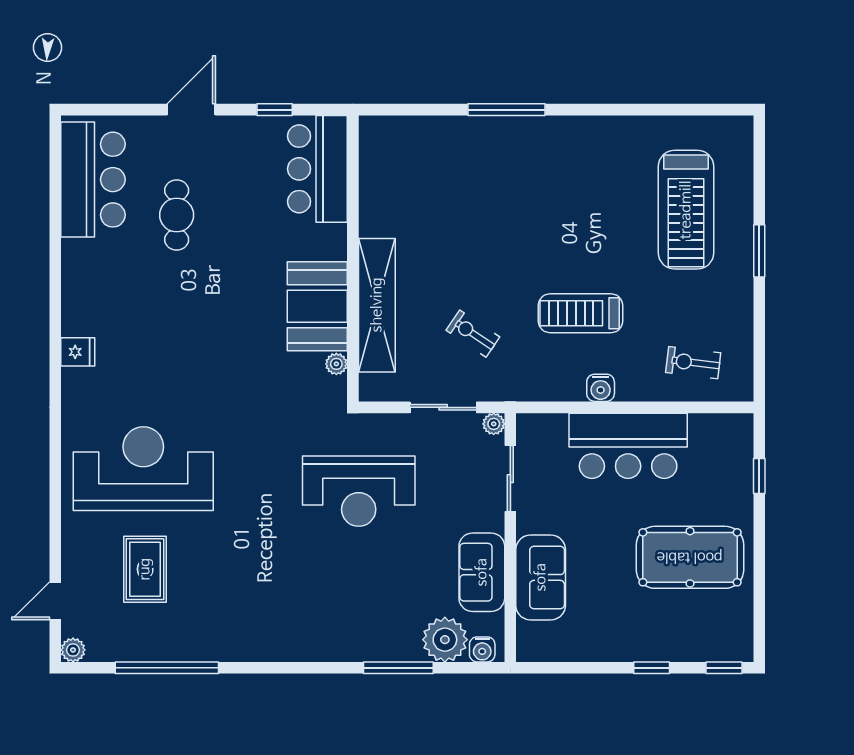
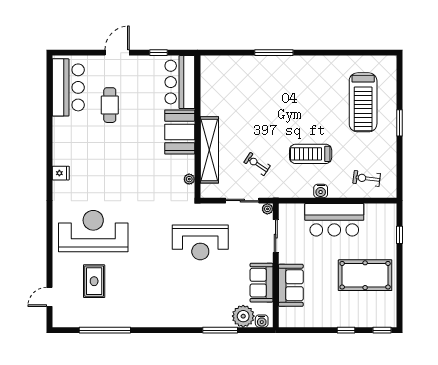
booth: (317, 306) -> (180, 132), moved
plant: (73, 650) -> (58, 321), removed

